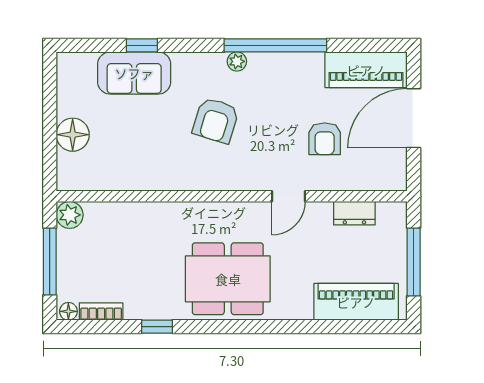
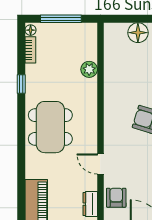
armchair: (325, 139) -> (116, 198), moved, turned 90
plant: (70, 215) -> (89, 69), moved

